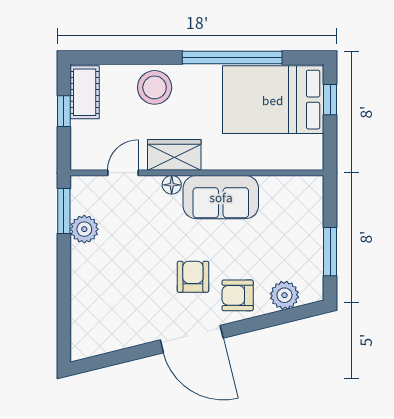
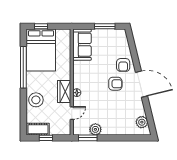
door: (123, 173) -> (72, 113), swing flipped
sofa: (221, 197) -> (82, 45), moved
armchair: (193, 277) -> (115, 84), turned 180
plant: (284, 295) -> (142, 122), moved
door: (192, 339) -> (141, 84), hinge flipped

